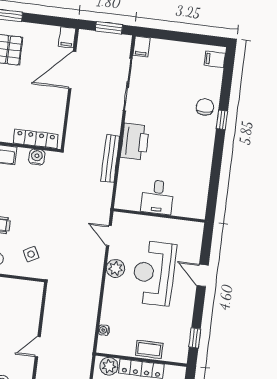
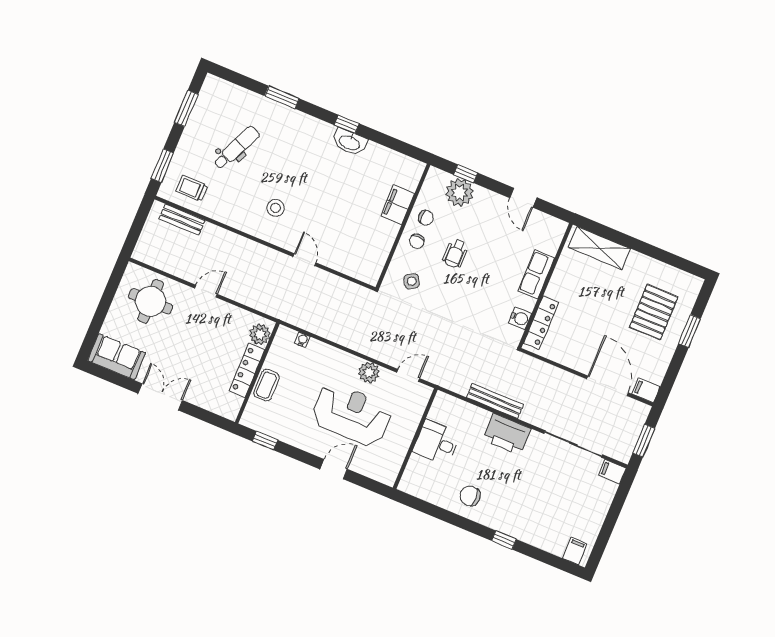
chair: (205, 107) -> (470, 496), moved, turned 180

